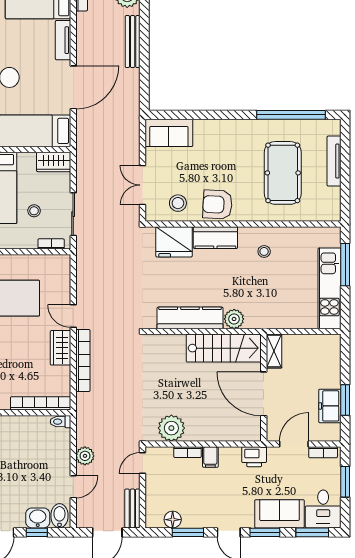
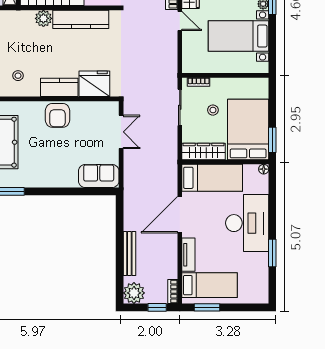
wardrobe: (54, 162) -> (204, 151), width x1.50
stool: (178, 203) -> (91, 117), removed
armchair: (217, 205) -> (58, 115), turned 87

